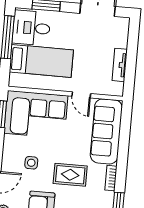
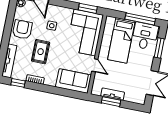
window: (131, 66) -> (111, 102), added
door: (81, 95) -> (95, 65), swing flipped
sofa: (106, 131) -> (74, 81), width x0.73

